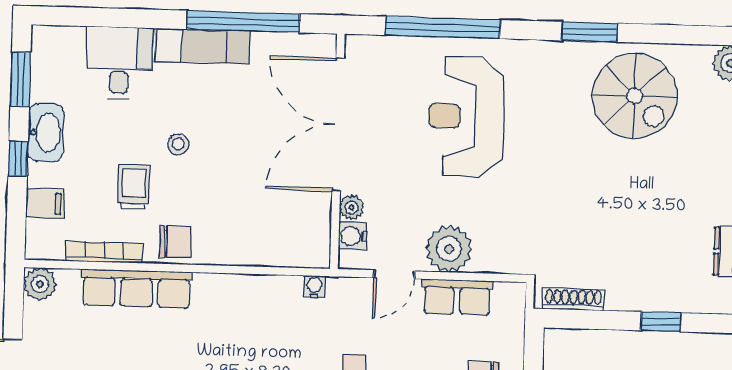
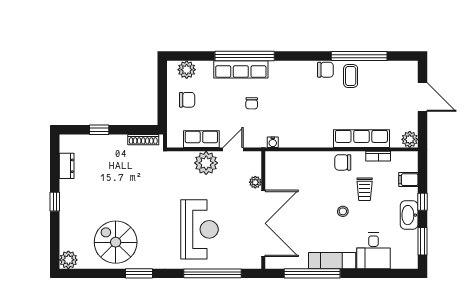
water cooler: (352, 236) -> (254, 168), removed
bookcase: (104, 252) -> (378, 156), width x0.64

